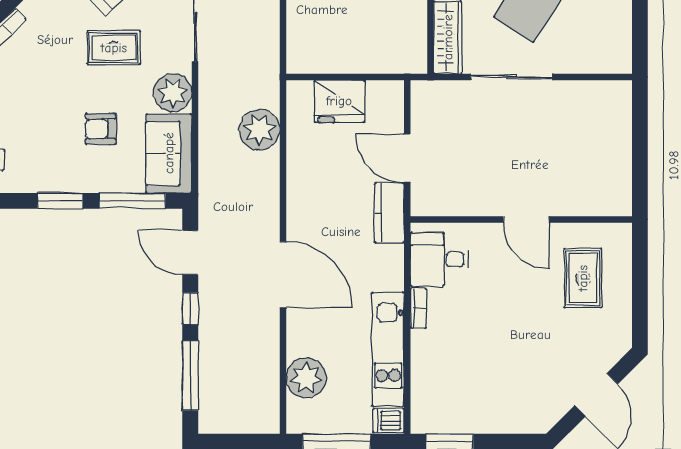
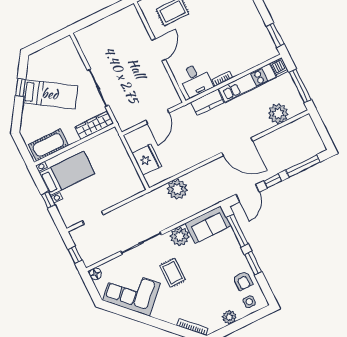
armchair: (101, 129) -> (243, 281), moved
kitchen counter: (389, 213) -> (207, 102), moved
door: (283, 275) -> (237, 147), swing flipped

